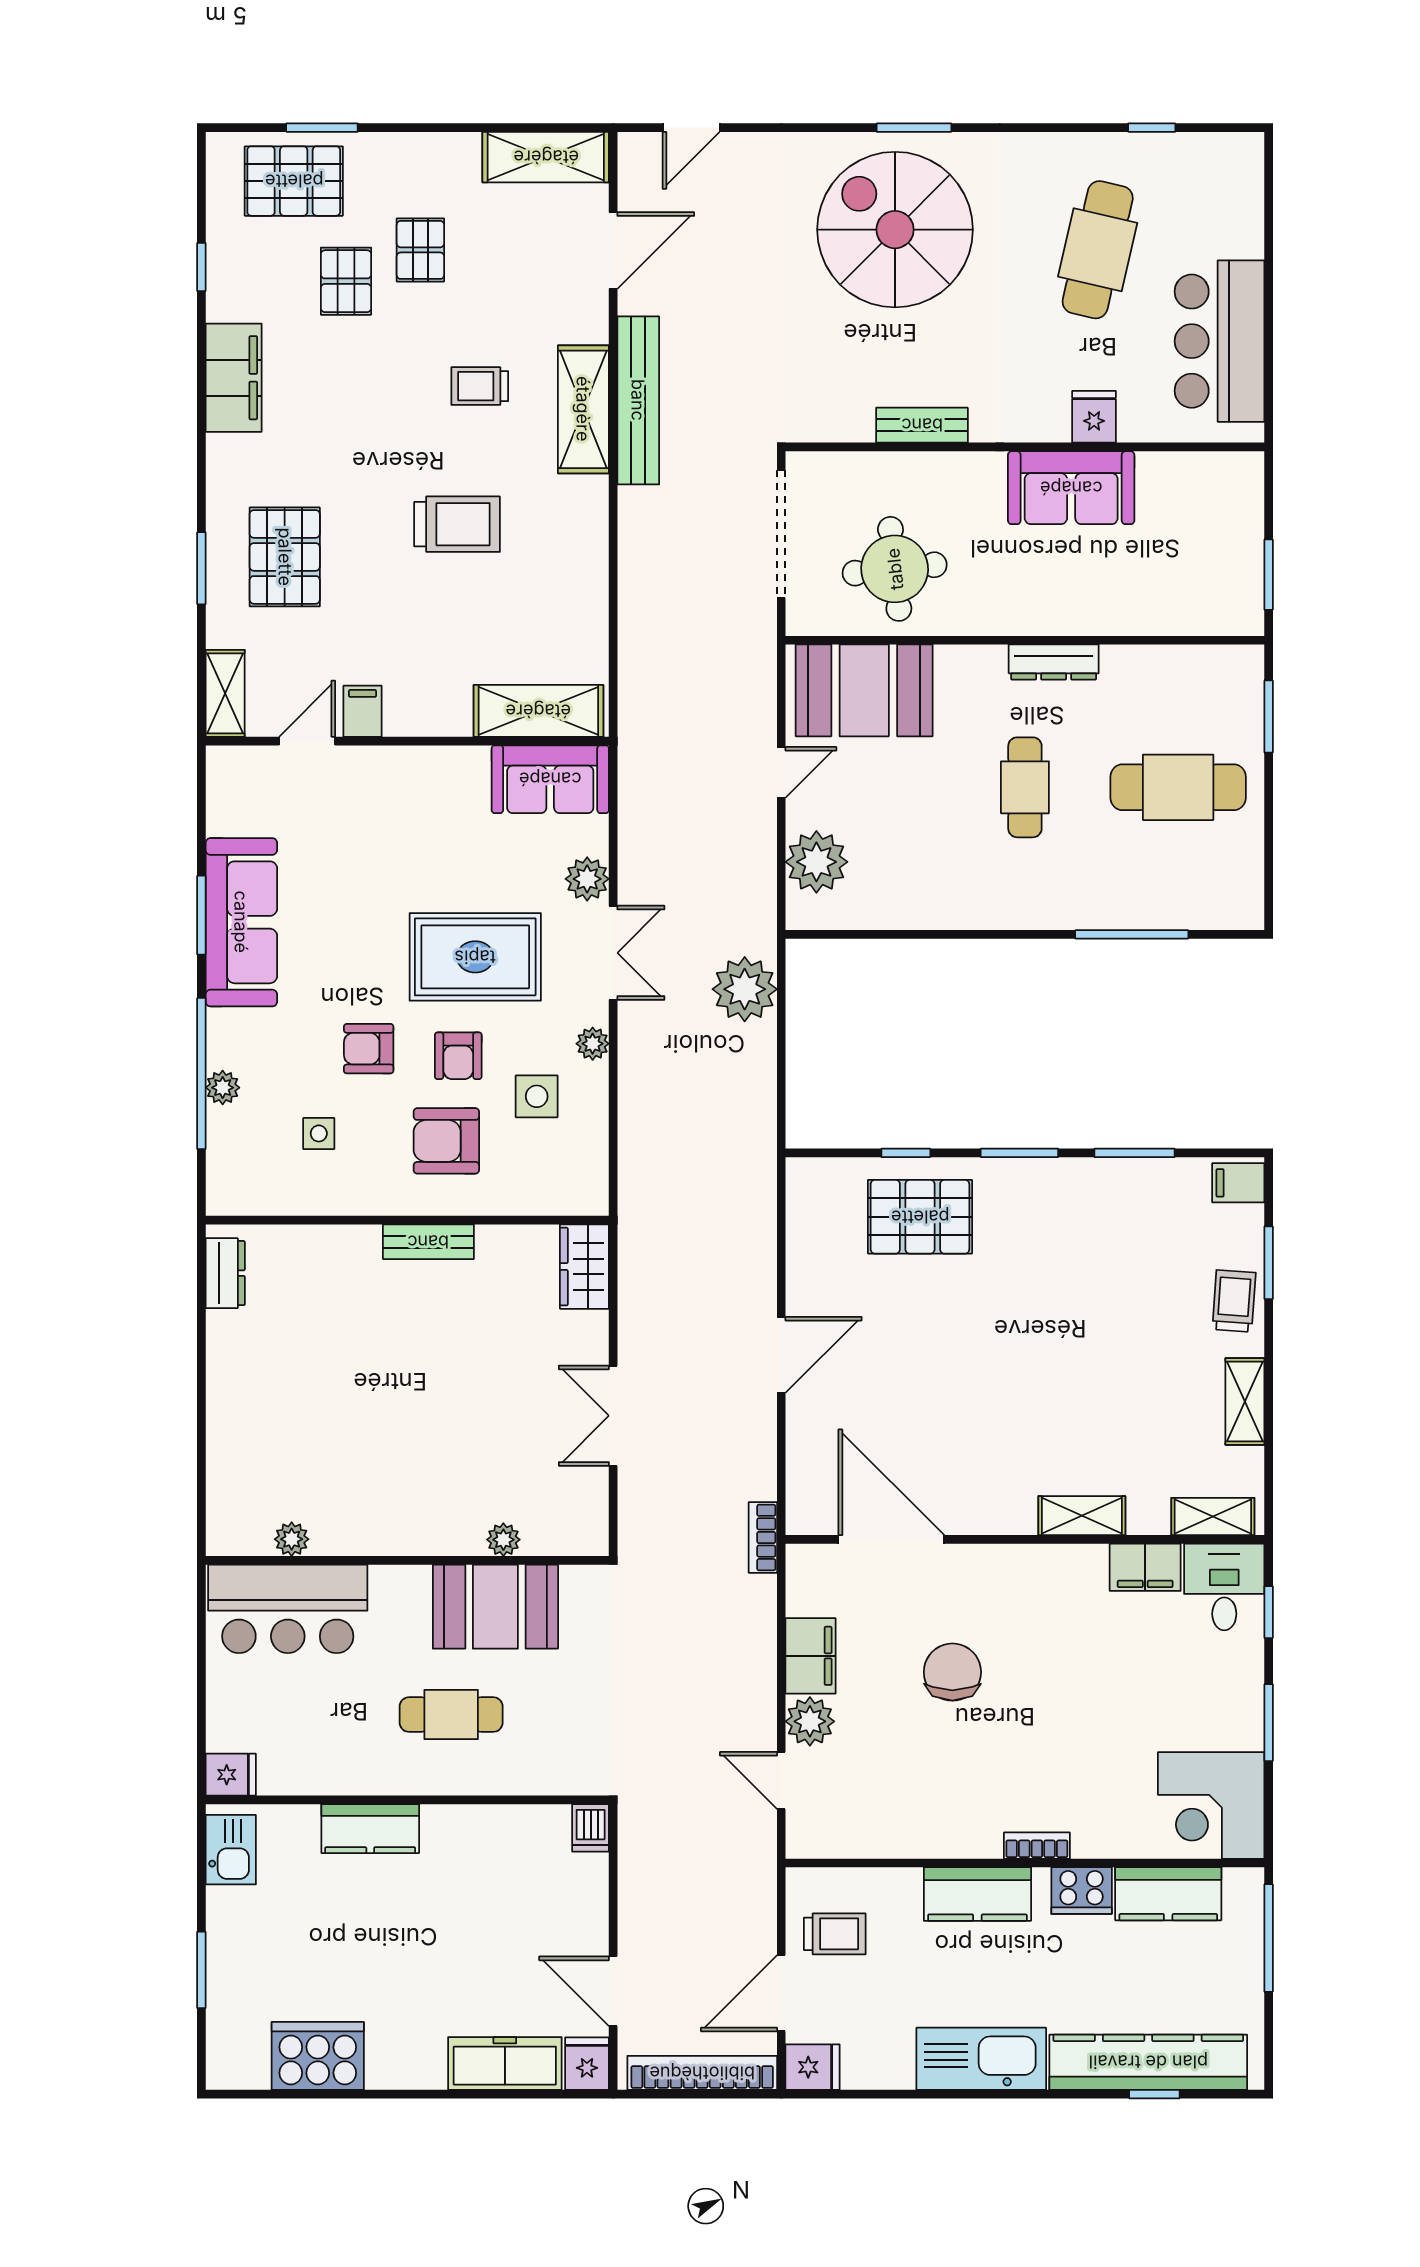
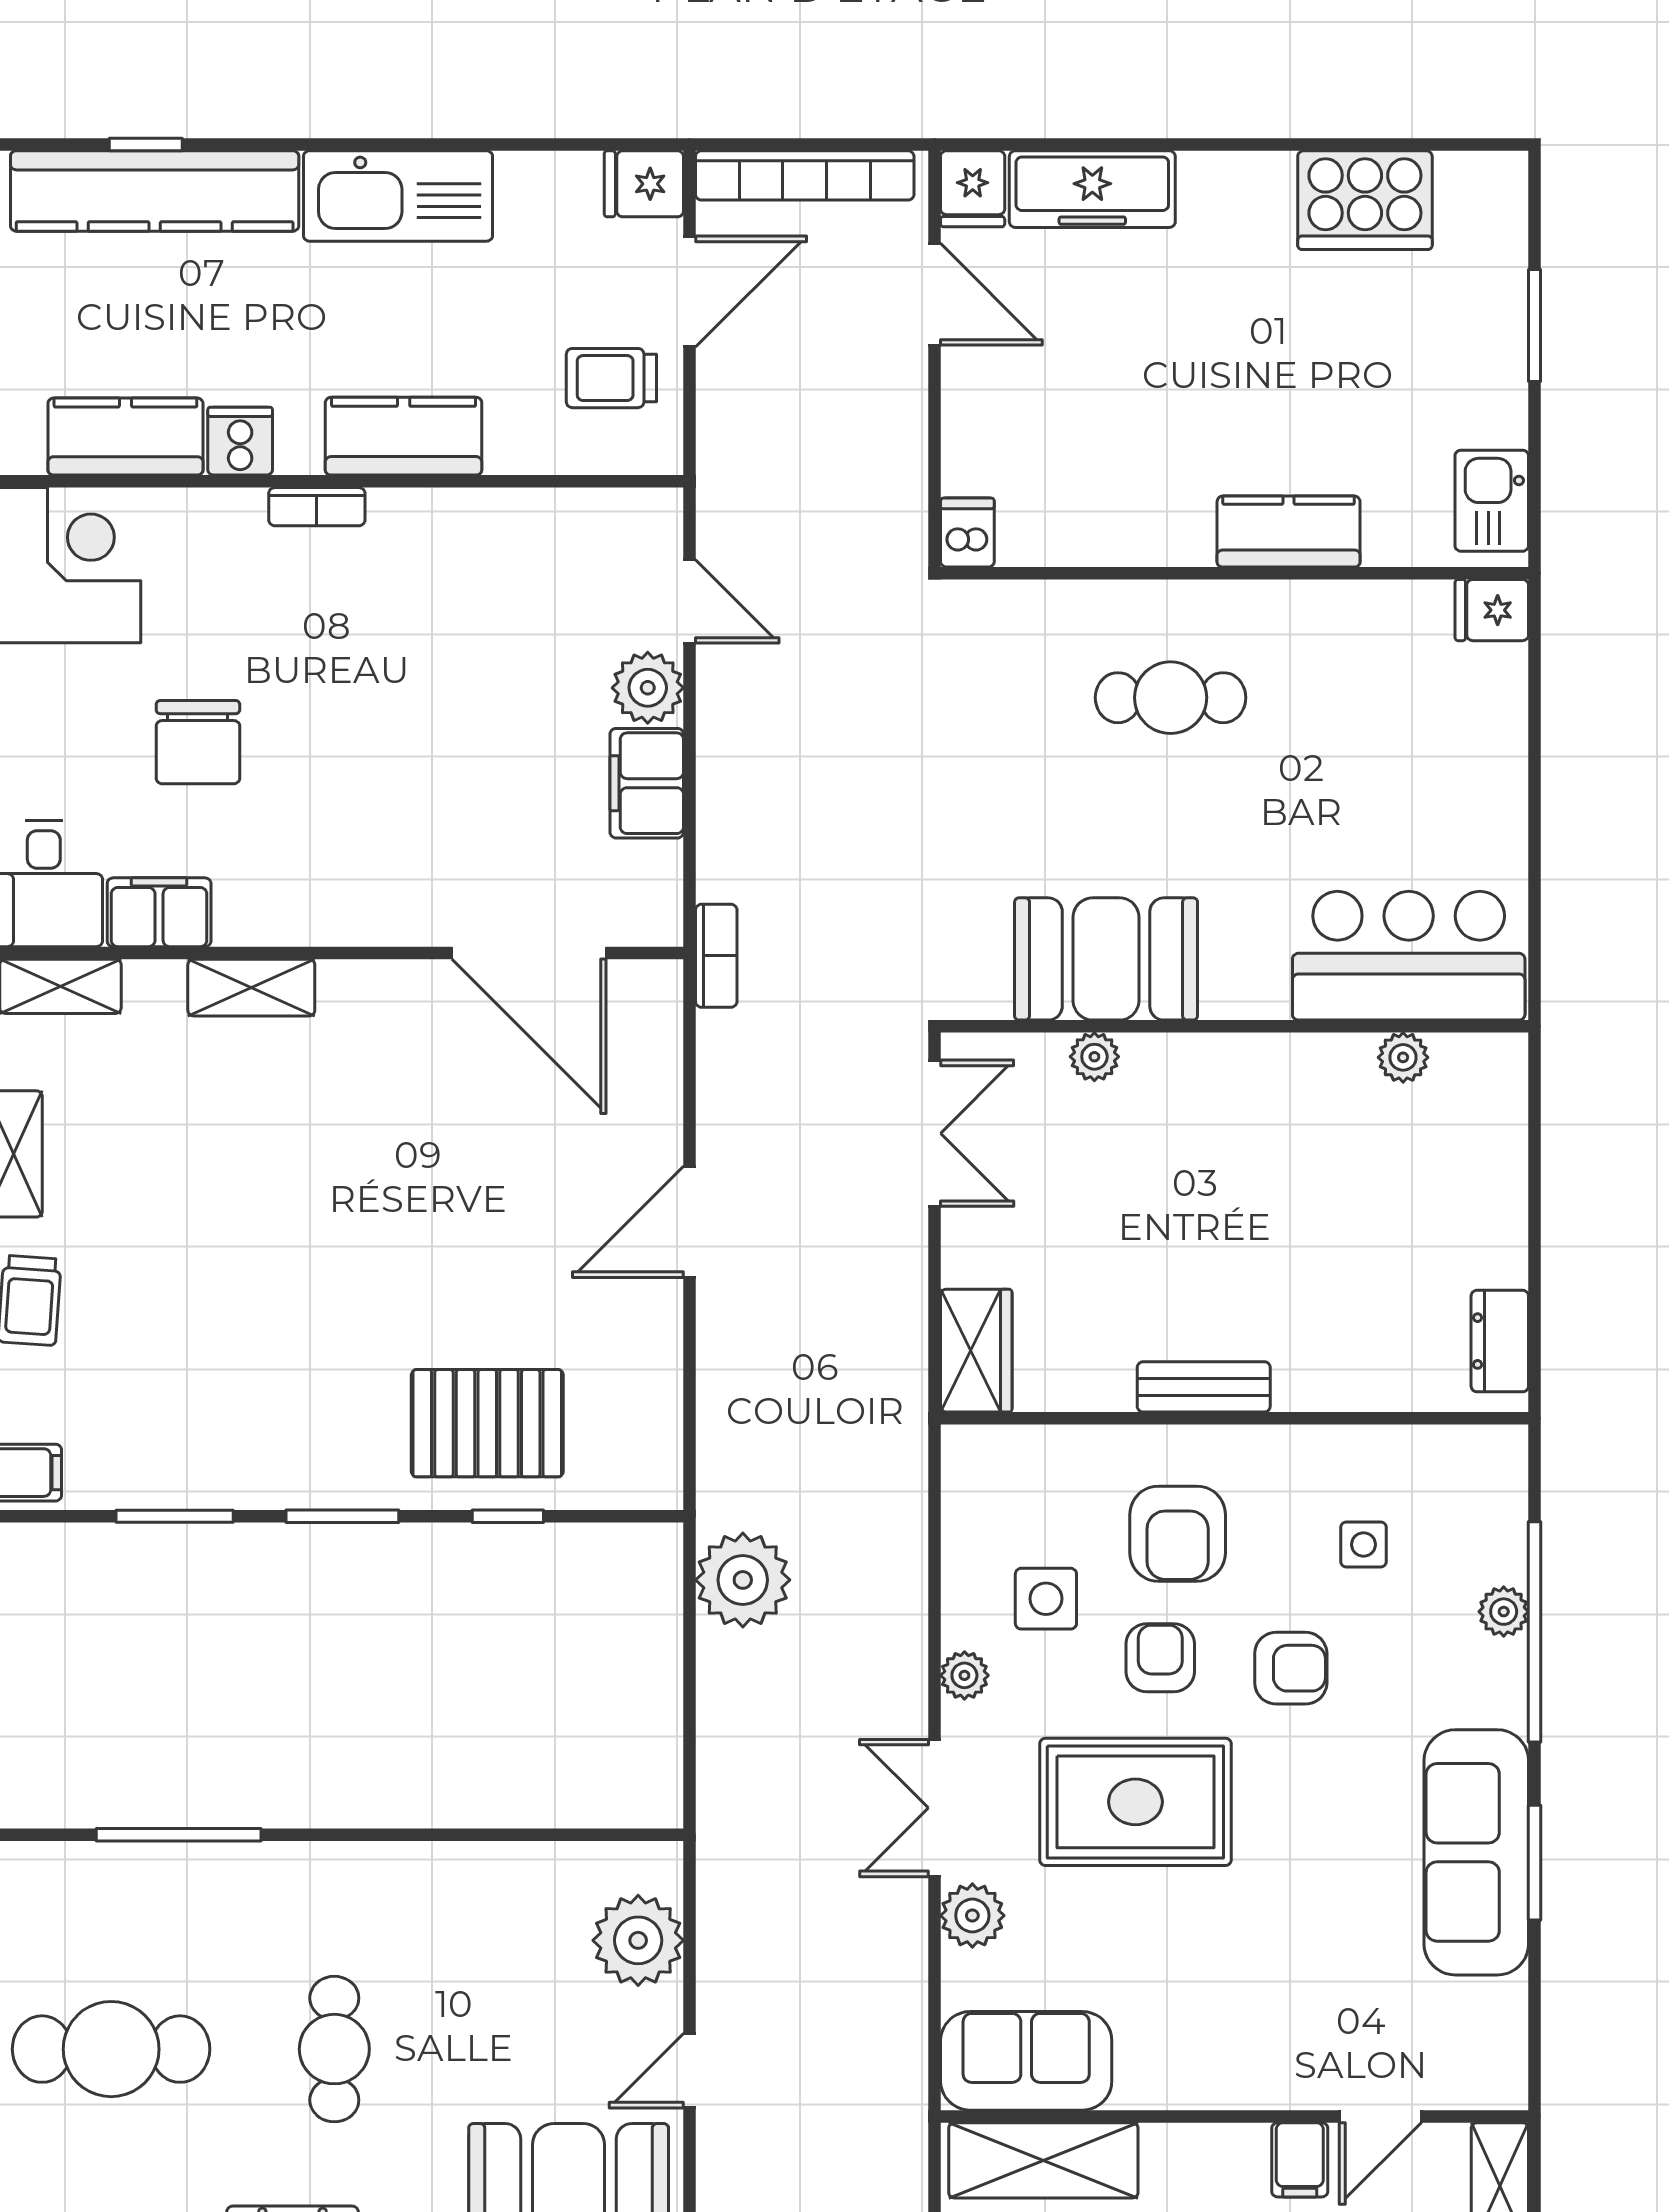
plant: (745, 989) -> (743, 1580), moved
armchair: (446, 1141) -> (1178, 1534), turned 90
plant: (292, 1539) -> (1403, 1057), moved
plant: (503, 1540) -> (1094, 1057), moved
wall: (407, 1560) -> (1235, 1026), moved
booth: (495, 1607) -> (1106, 959), moved
bar counter: (288, 1609) -> (1409, 956), moved
chair: (952, 1672) -> (198, 742), moved
cooker: (1082, 1891) -> (240, 441), width x0.73

